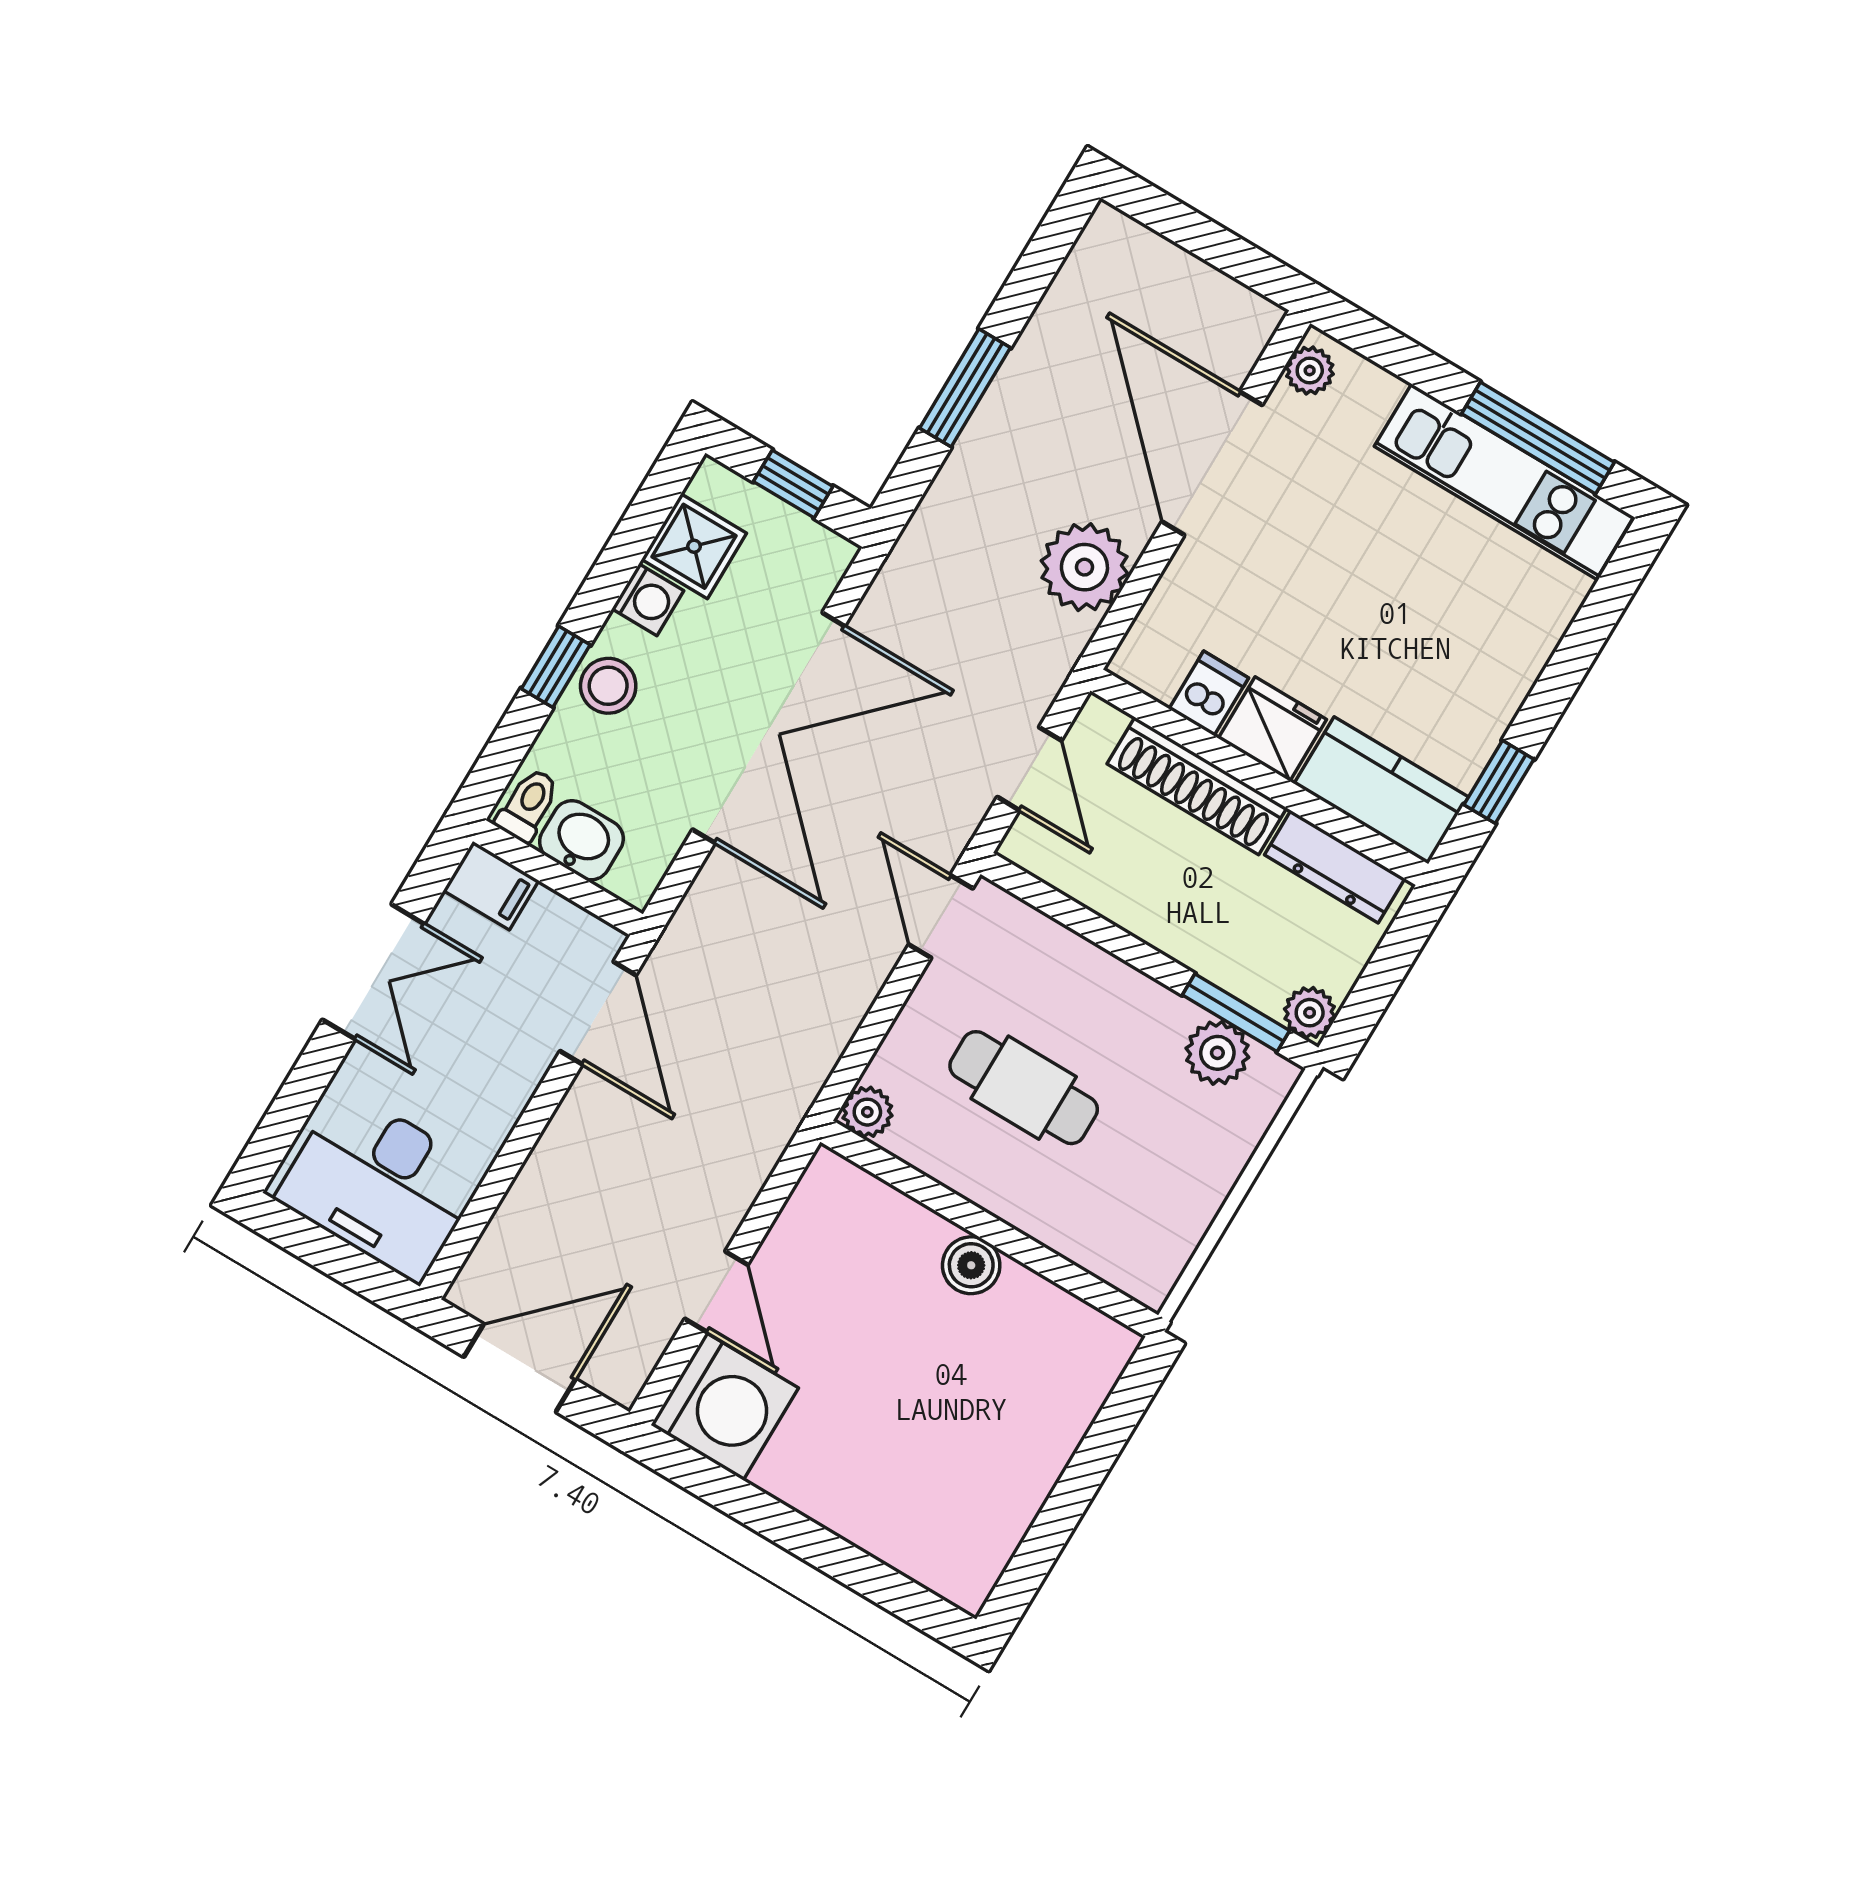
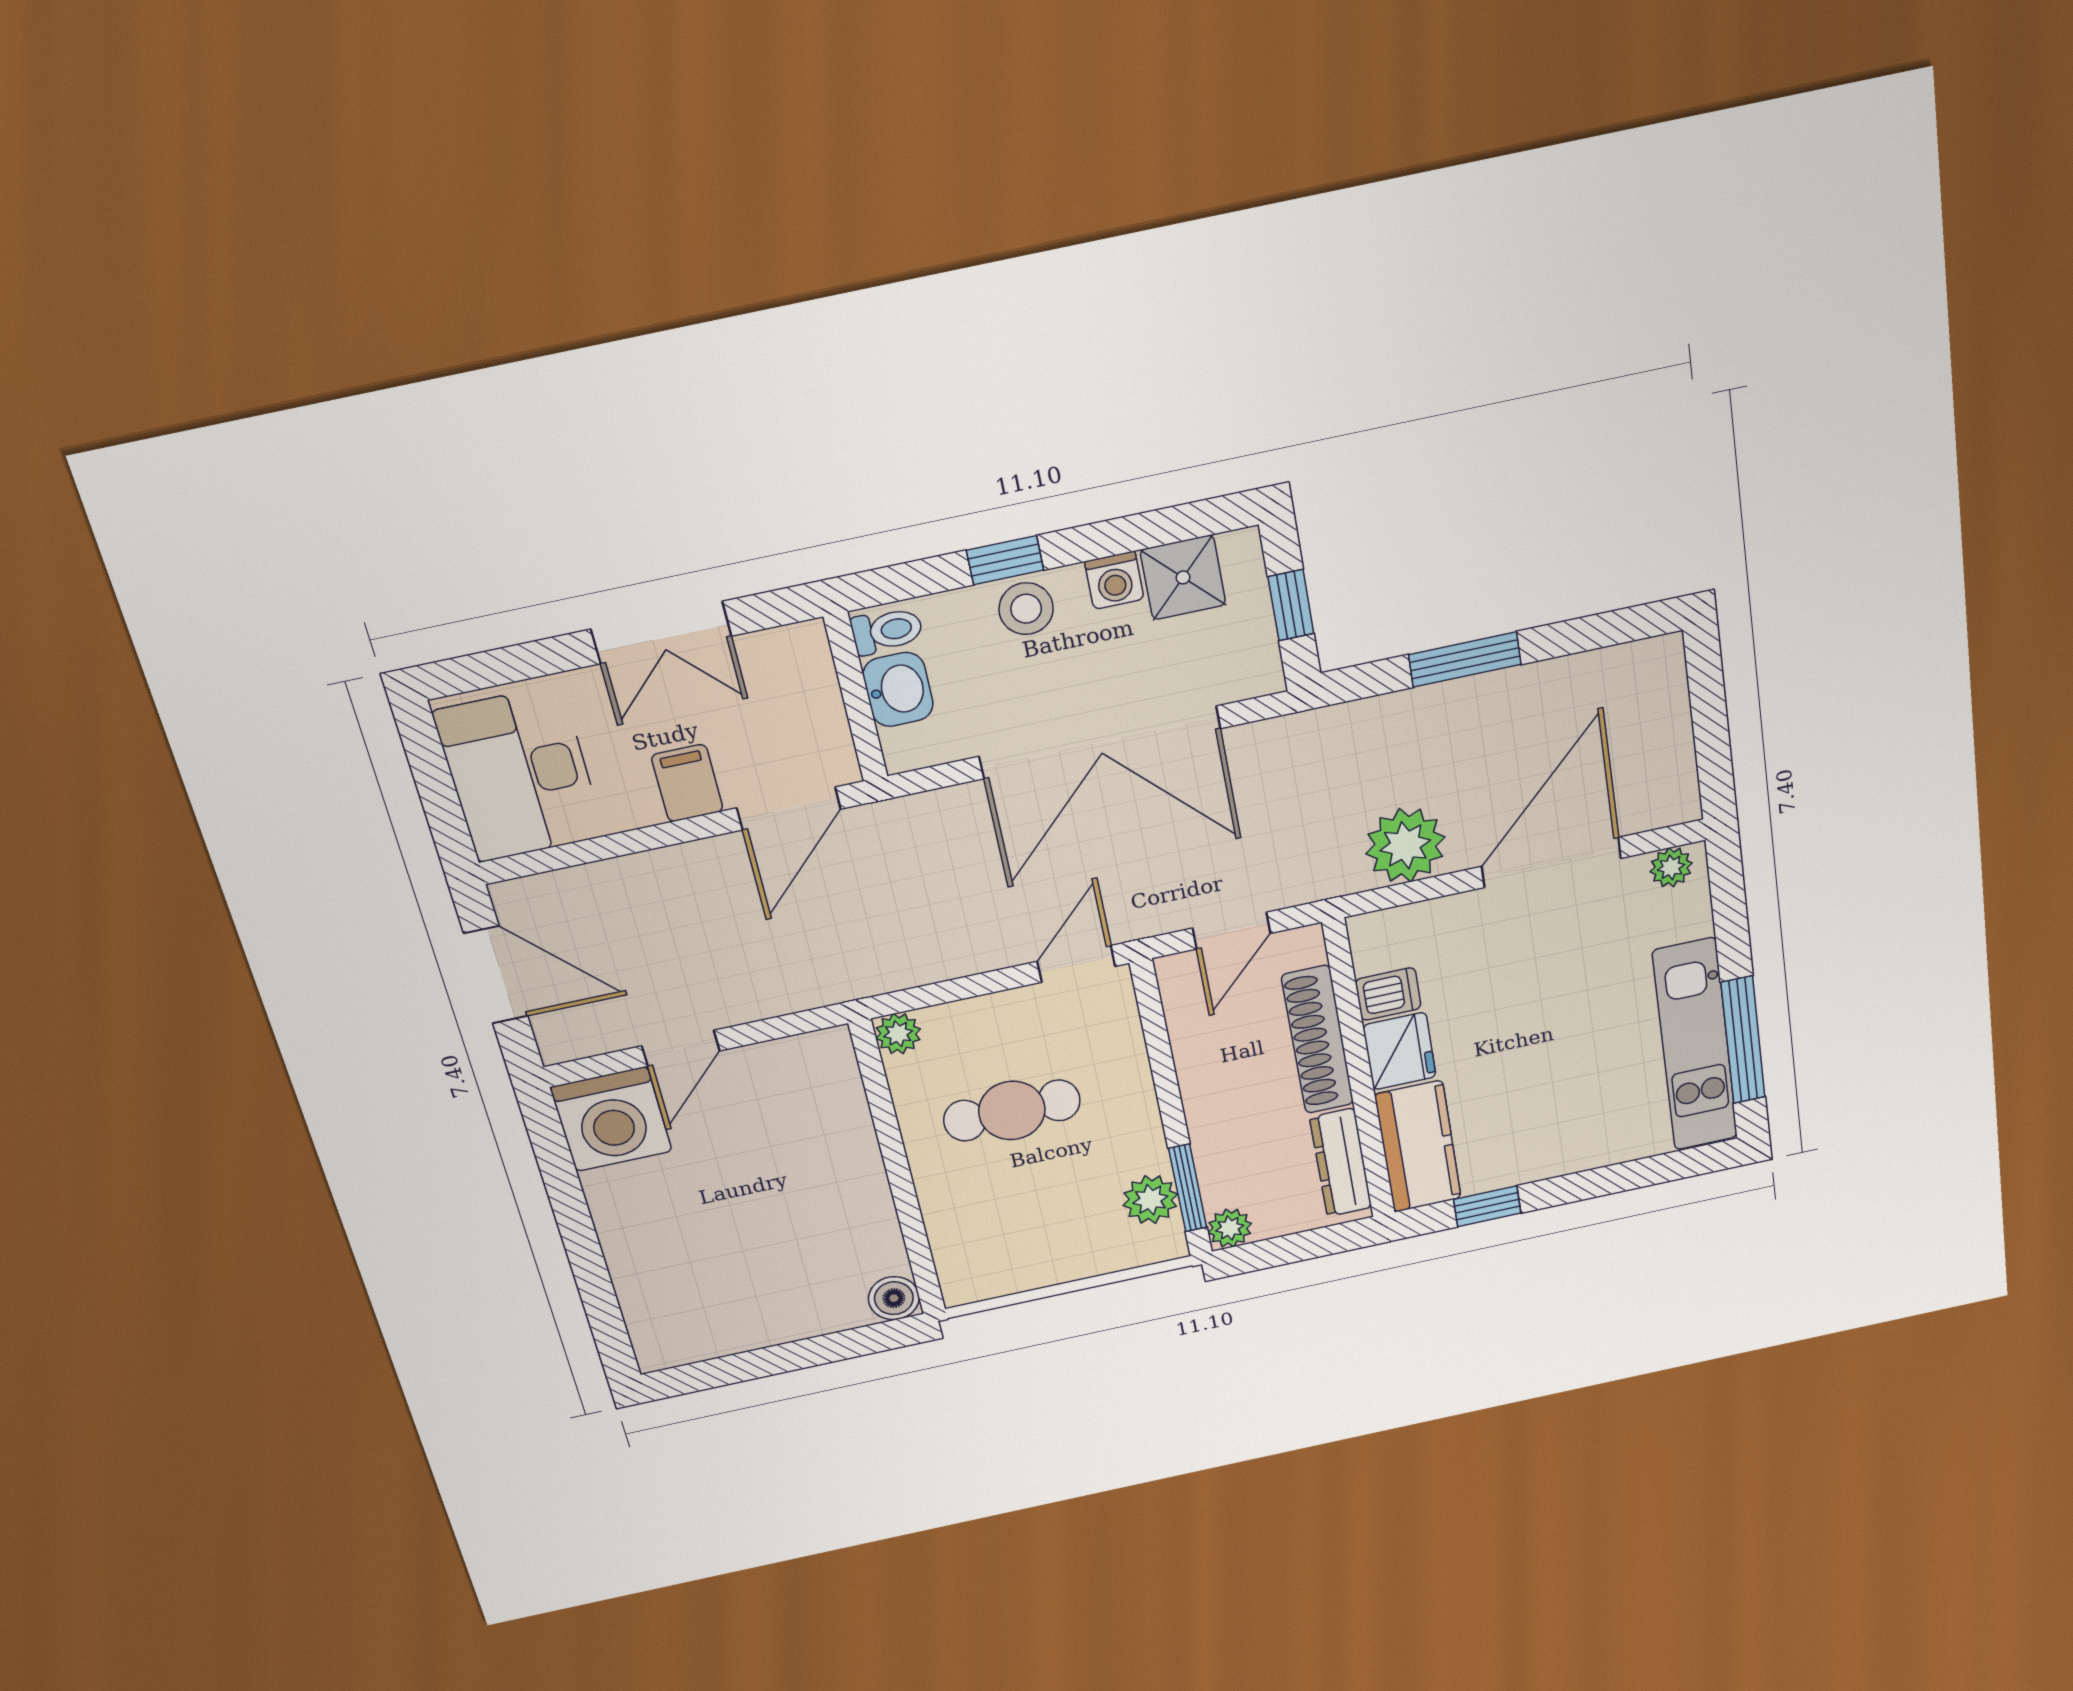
filing cabinet: (491, 886) -> (687, 783), moved, turned 180
cafe table: (1024, 1088) -> (1012, 1110), turned 90
boiler: (971, 1265) -> (894, 1298), moved

